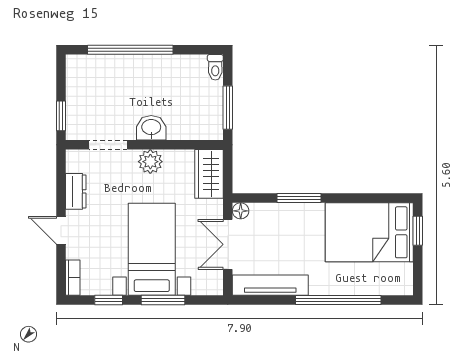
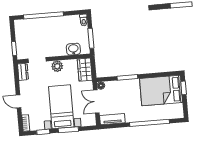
washbasin: (151, 128) -> (73, 49), moved
dresser: (76, 191) -> (23, 72), moved
tv unit: (270, 285) -> (112, 119), width x0.71

